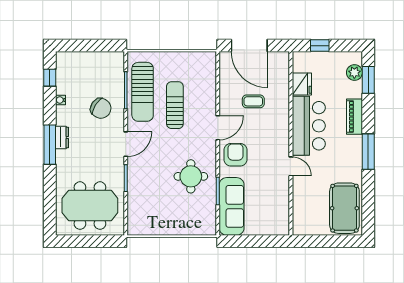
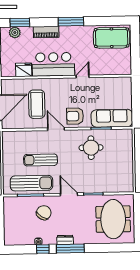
window: (50, 78) -> (43, 249), moved
coffee table: (253, 101) -> (37, 104), width x1.86, depth x1.72

